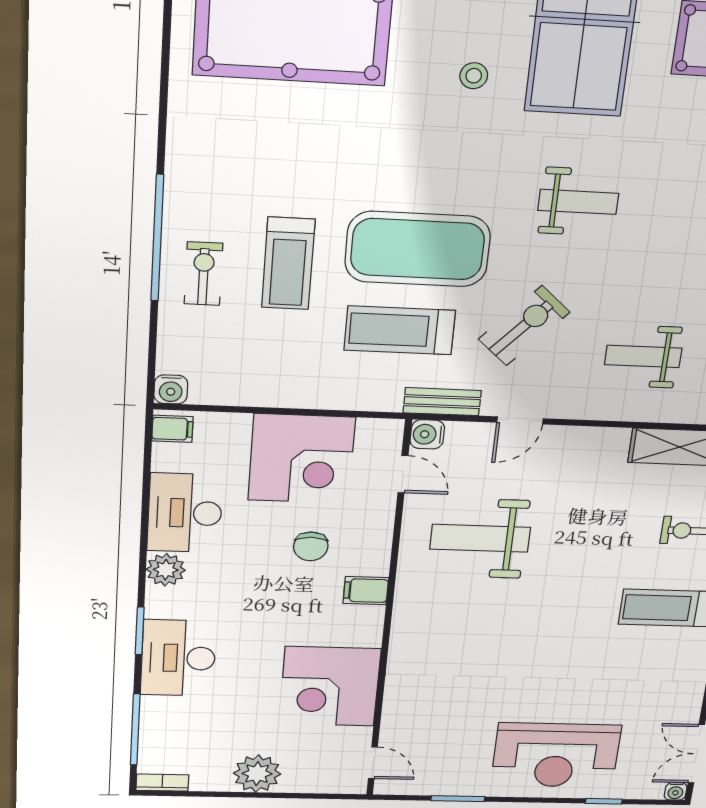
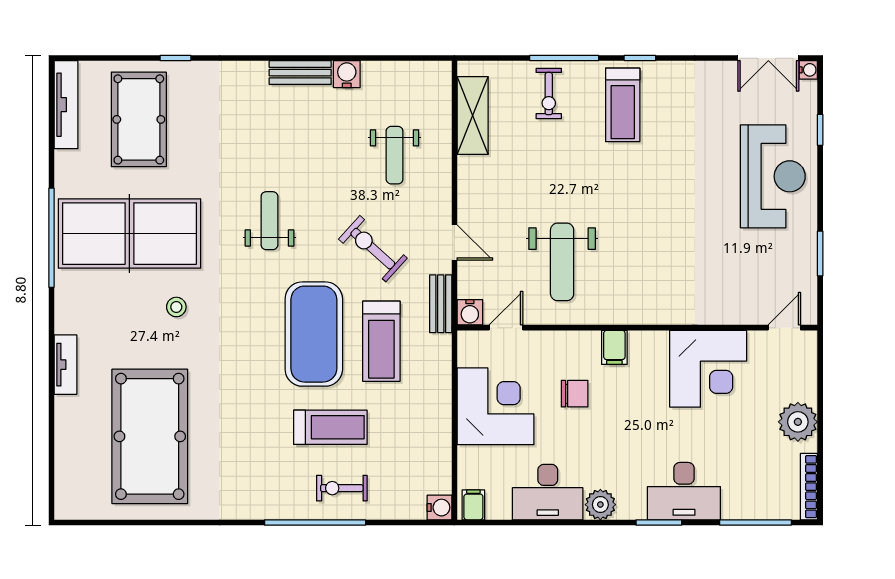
bookcase: (162, 783) -> (809, 487), width x1.56

